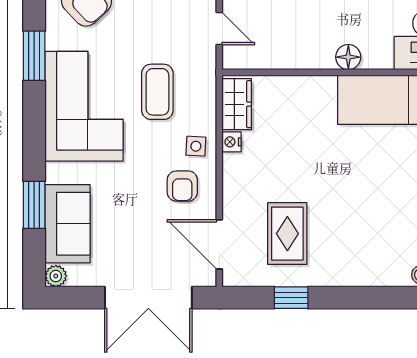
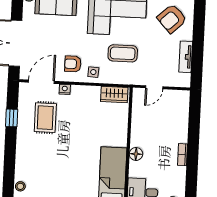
nightstand: (231, 142) -> (65, 89), moved
rug: (287, 234) -> (45, 118), turned 90

